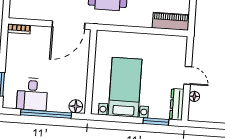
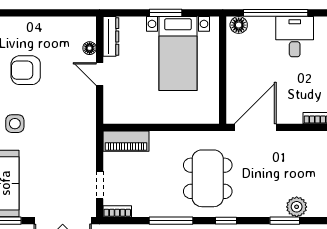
window: (156, 121) -> (166, 13), moved

